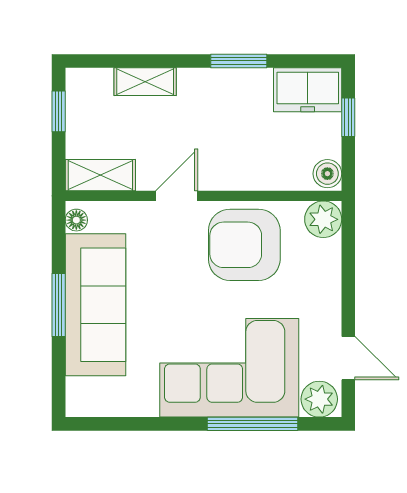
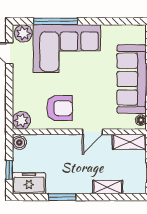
armchair: (244, 245) -> (60, 108), width x0.73, depth x0.73

